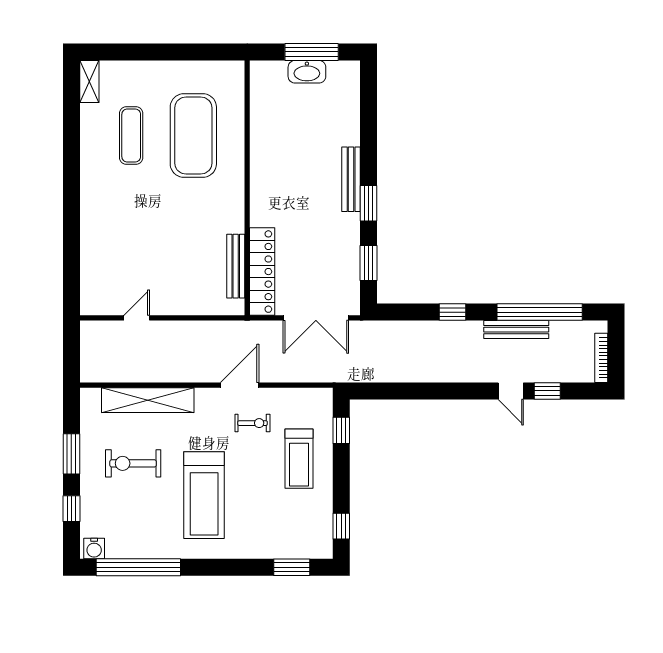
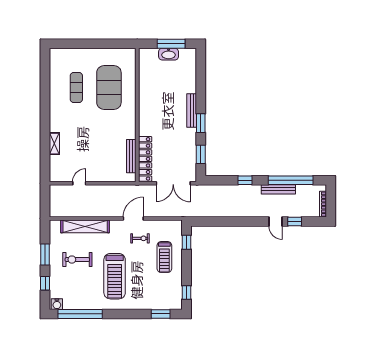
shelving: (89, 81) -> (54, 144), moved

